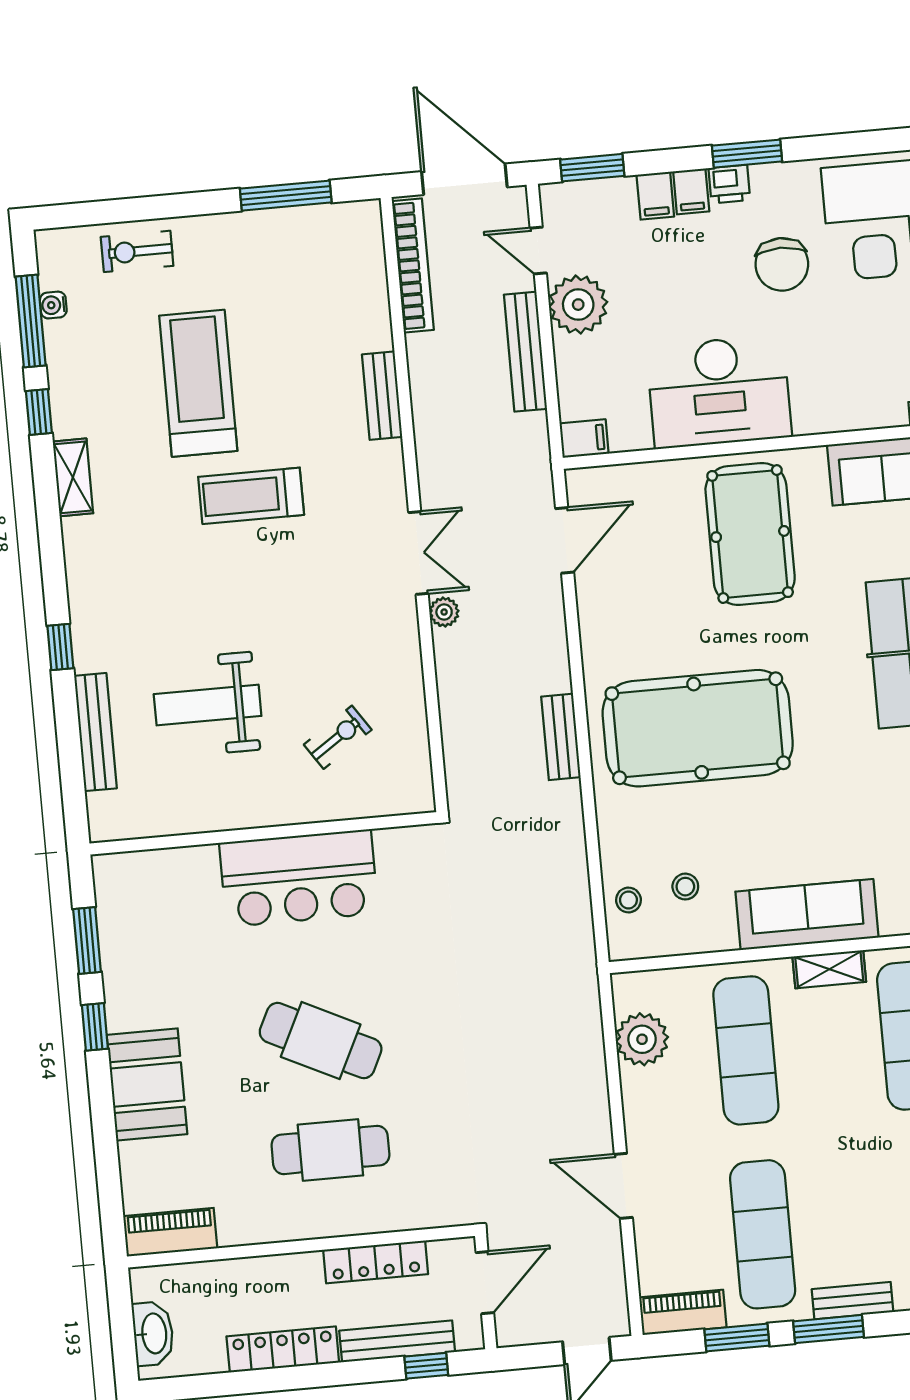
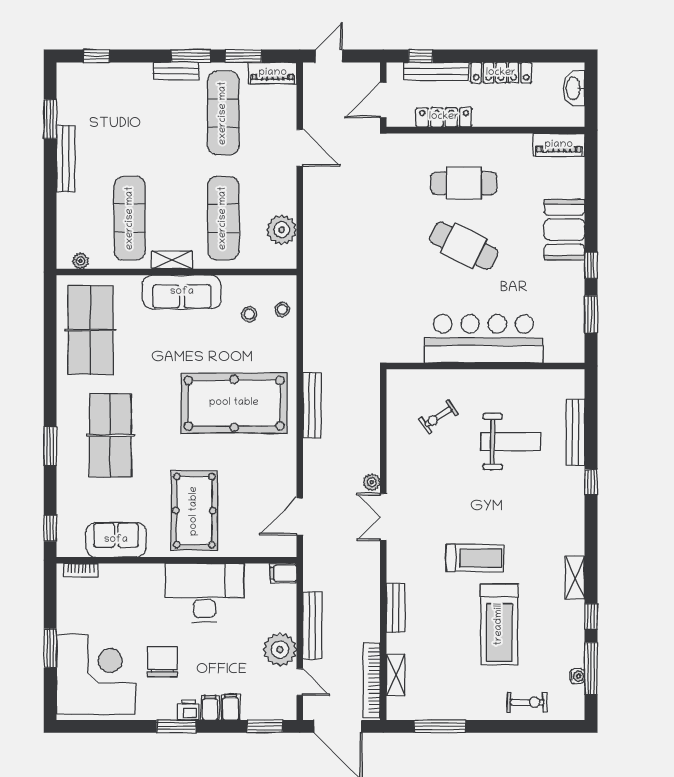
shelving: (372, 279) -> (396, 675), added
bench: (561, 737) -> (312, 405), width x1.36
bar counter: (299, 878) -> (484, 339), width x1.36

